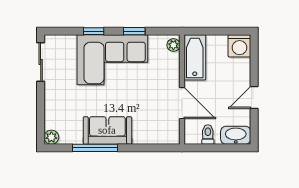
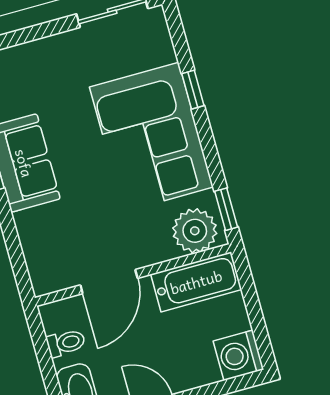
window: (134, 31) -> (226, 209), moved
plant: (173, 45) -> (195, 231), width x1.88, depth x1.88

